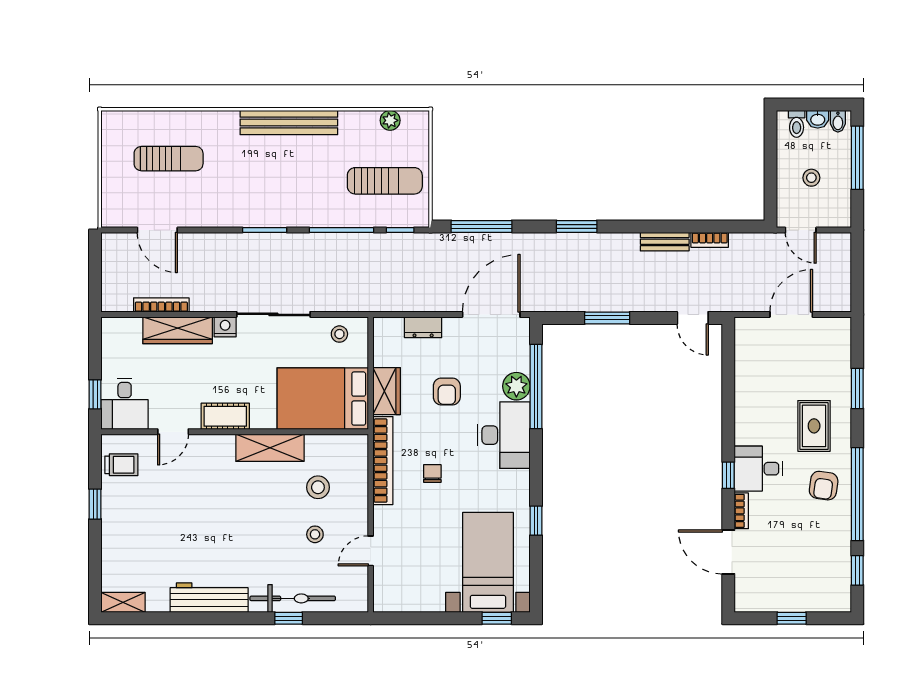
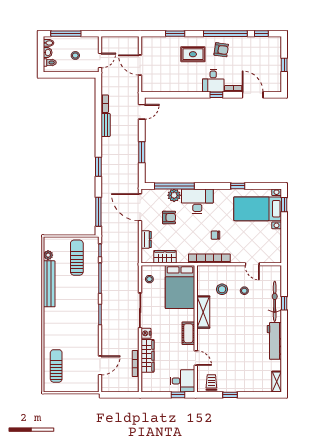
bench: (289, 123) -> (49, 284), moved
sun lounger: (169, 159) -> (56, 366), moved
wardrobe: (387, 391) -> (165, 257), moved
armchair: (447, 391) -> (169, 217), moved
door: (728, 552) -> (253, 95), swing flipped

